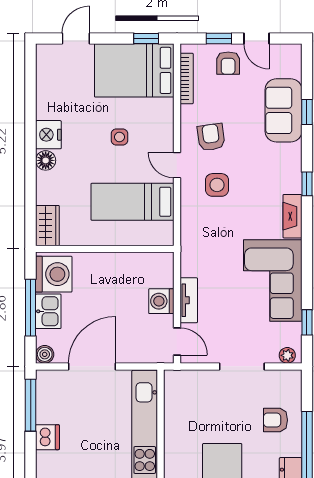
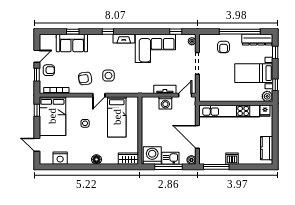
nightstand: (48, 135) -> (60, 158), moved

